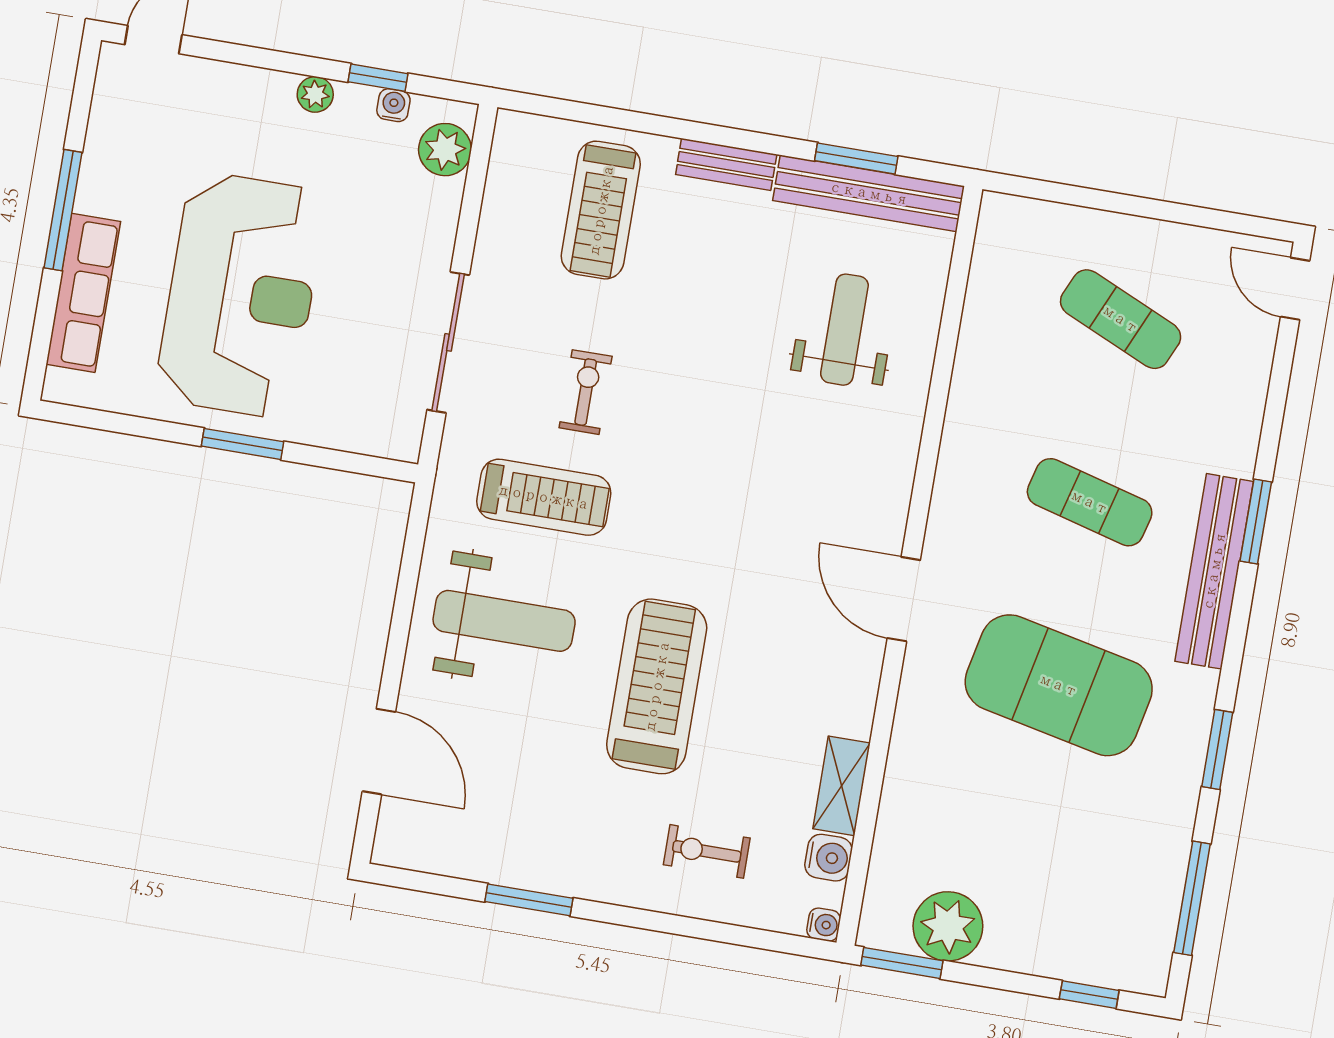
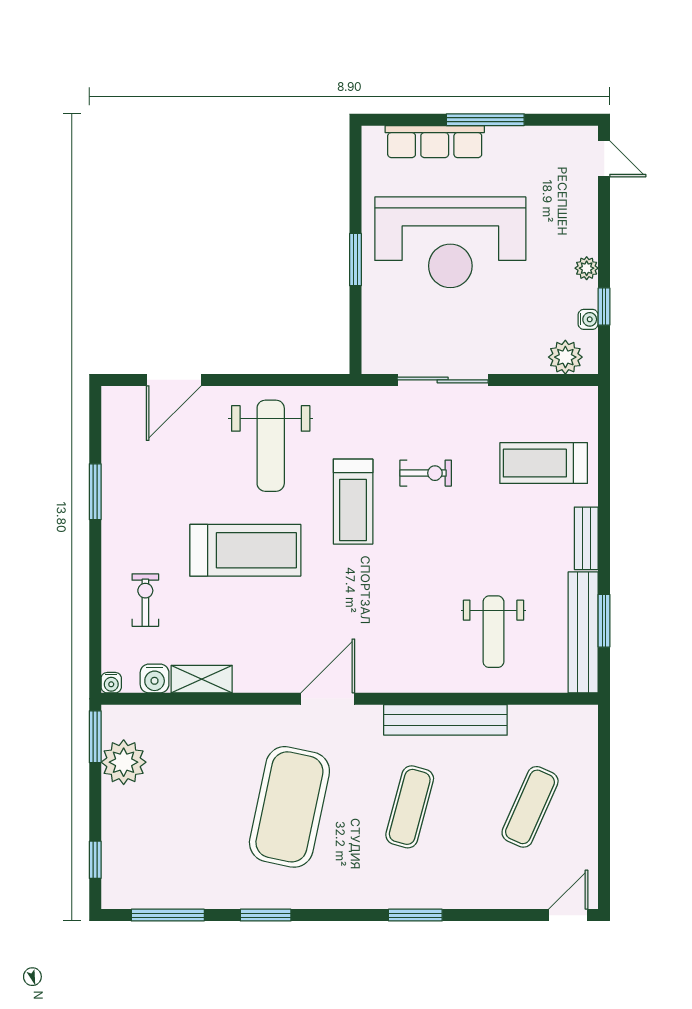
weight bench: (844, 330) -> (493, 632), turned 90
treadmill: (544, 497) -> (353, 502), moved
bench: (1214, 571) -> (445, 720), moved

